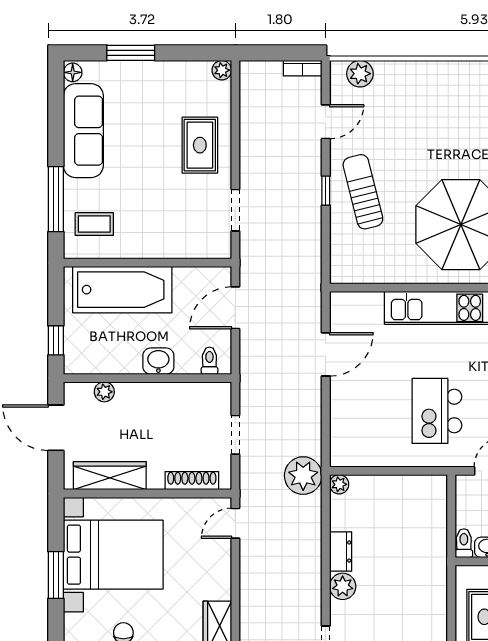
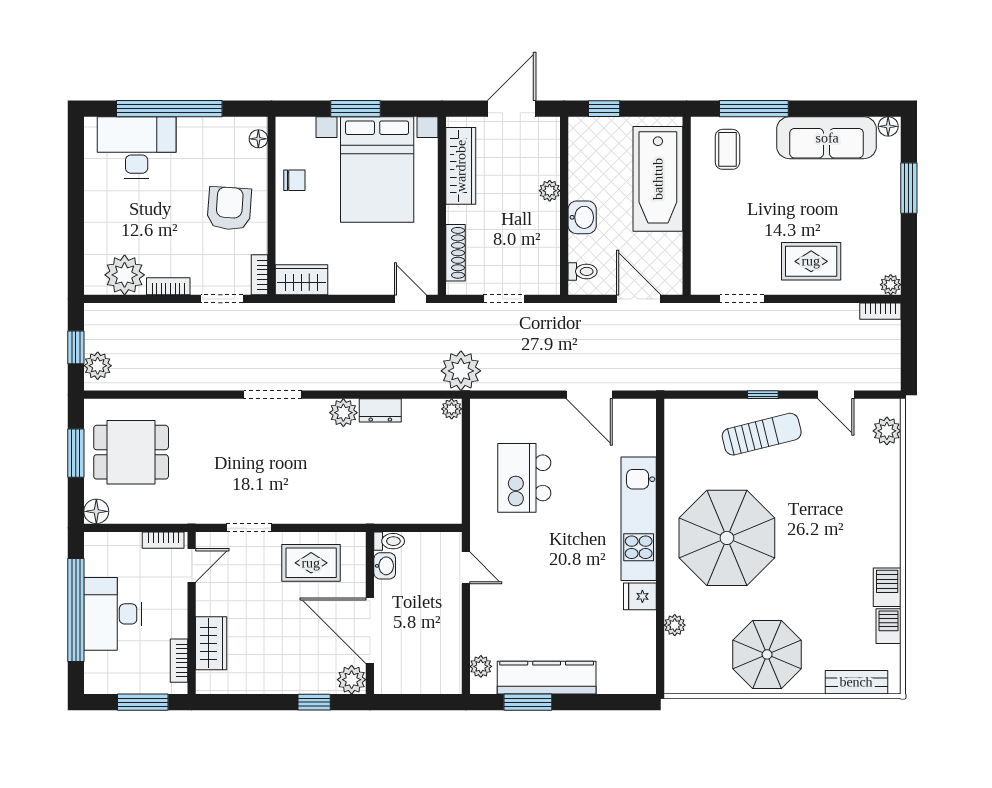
bookcase: (303, 68) -> (880, 311), moved, turned -90
plant: (104, 392) -> (550, 191), moved
kitchen island: (437, 411) -> (524, 478), moved, turned -90

